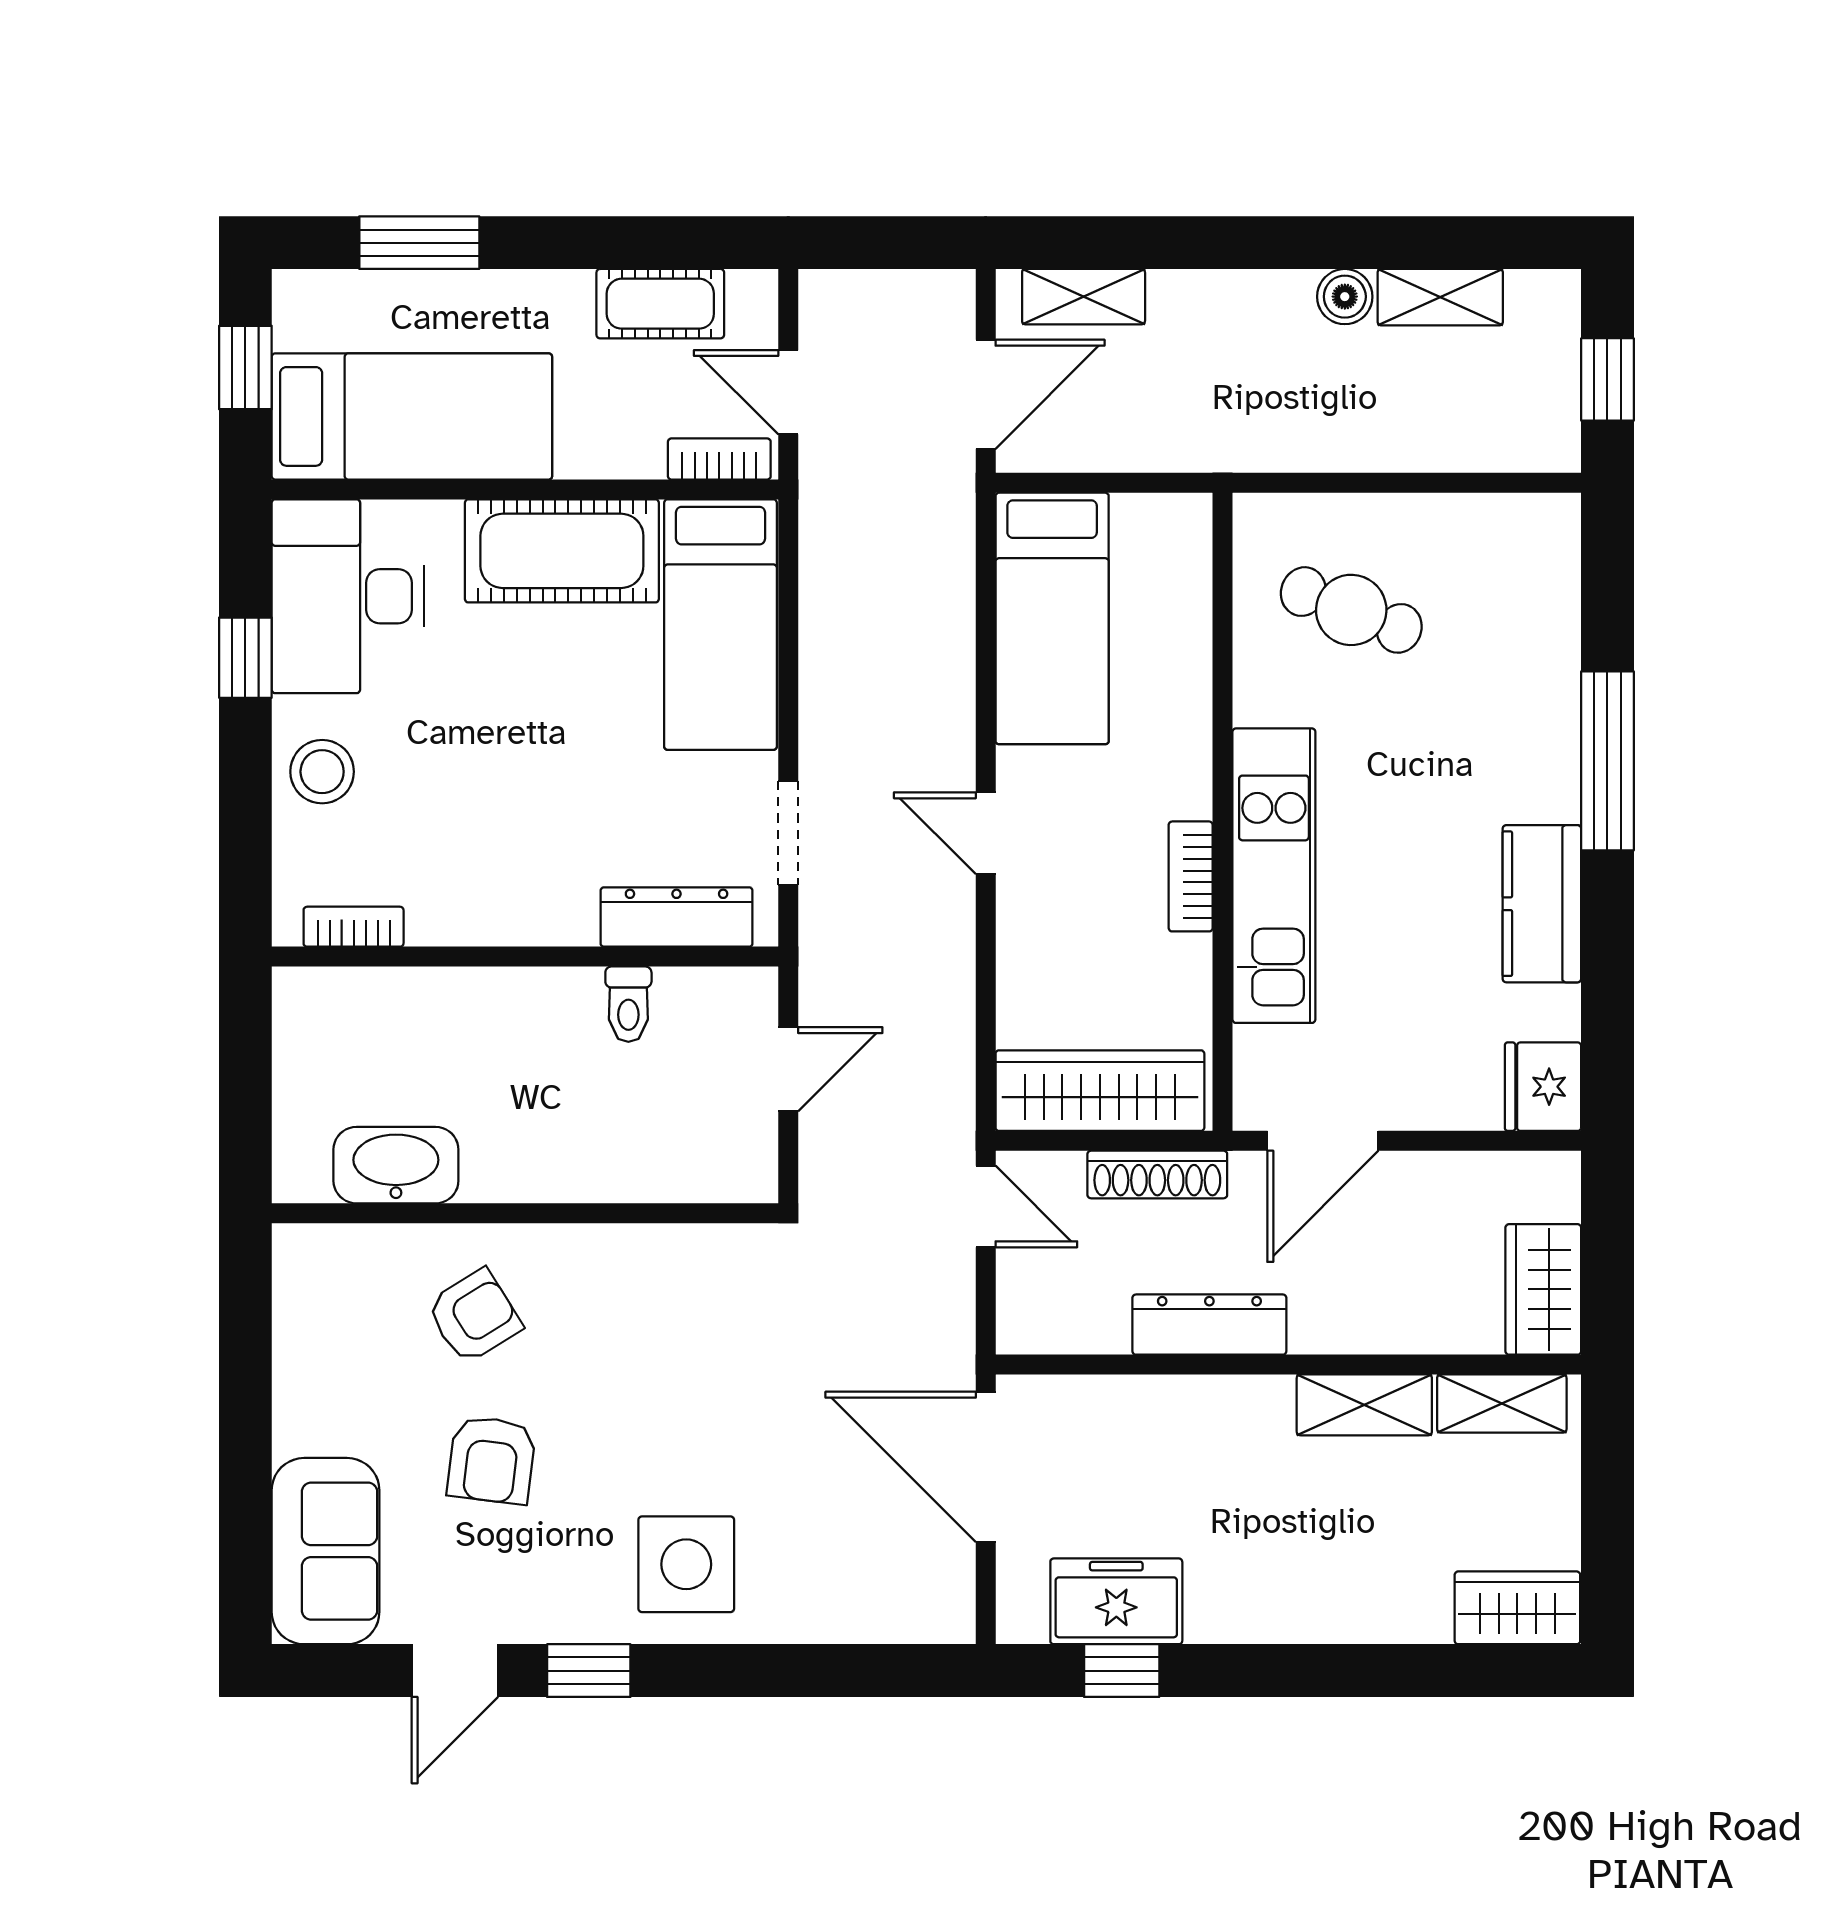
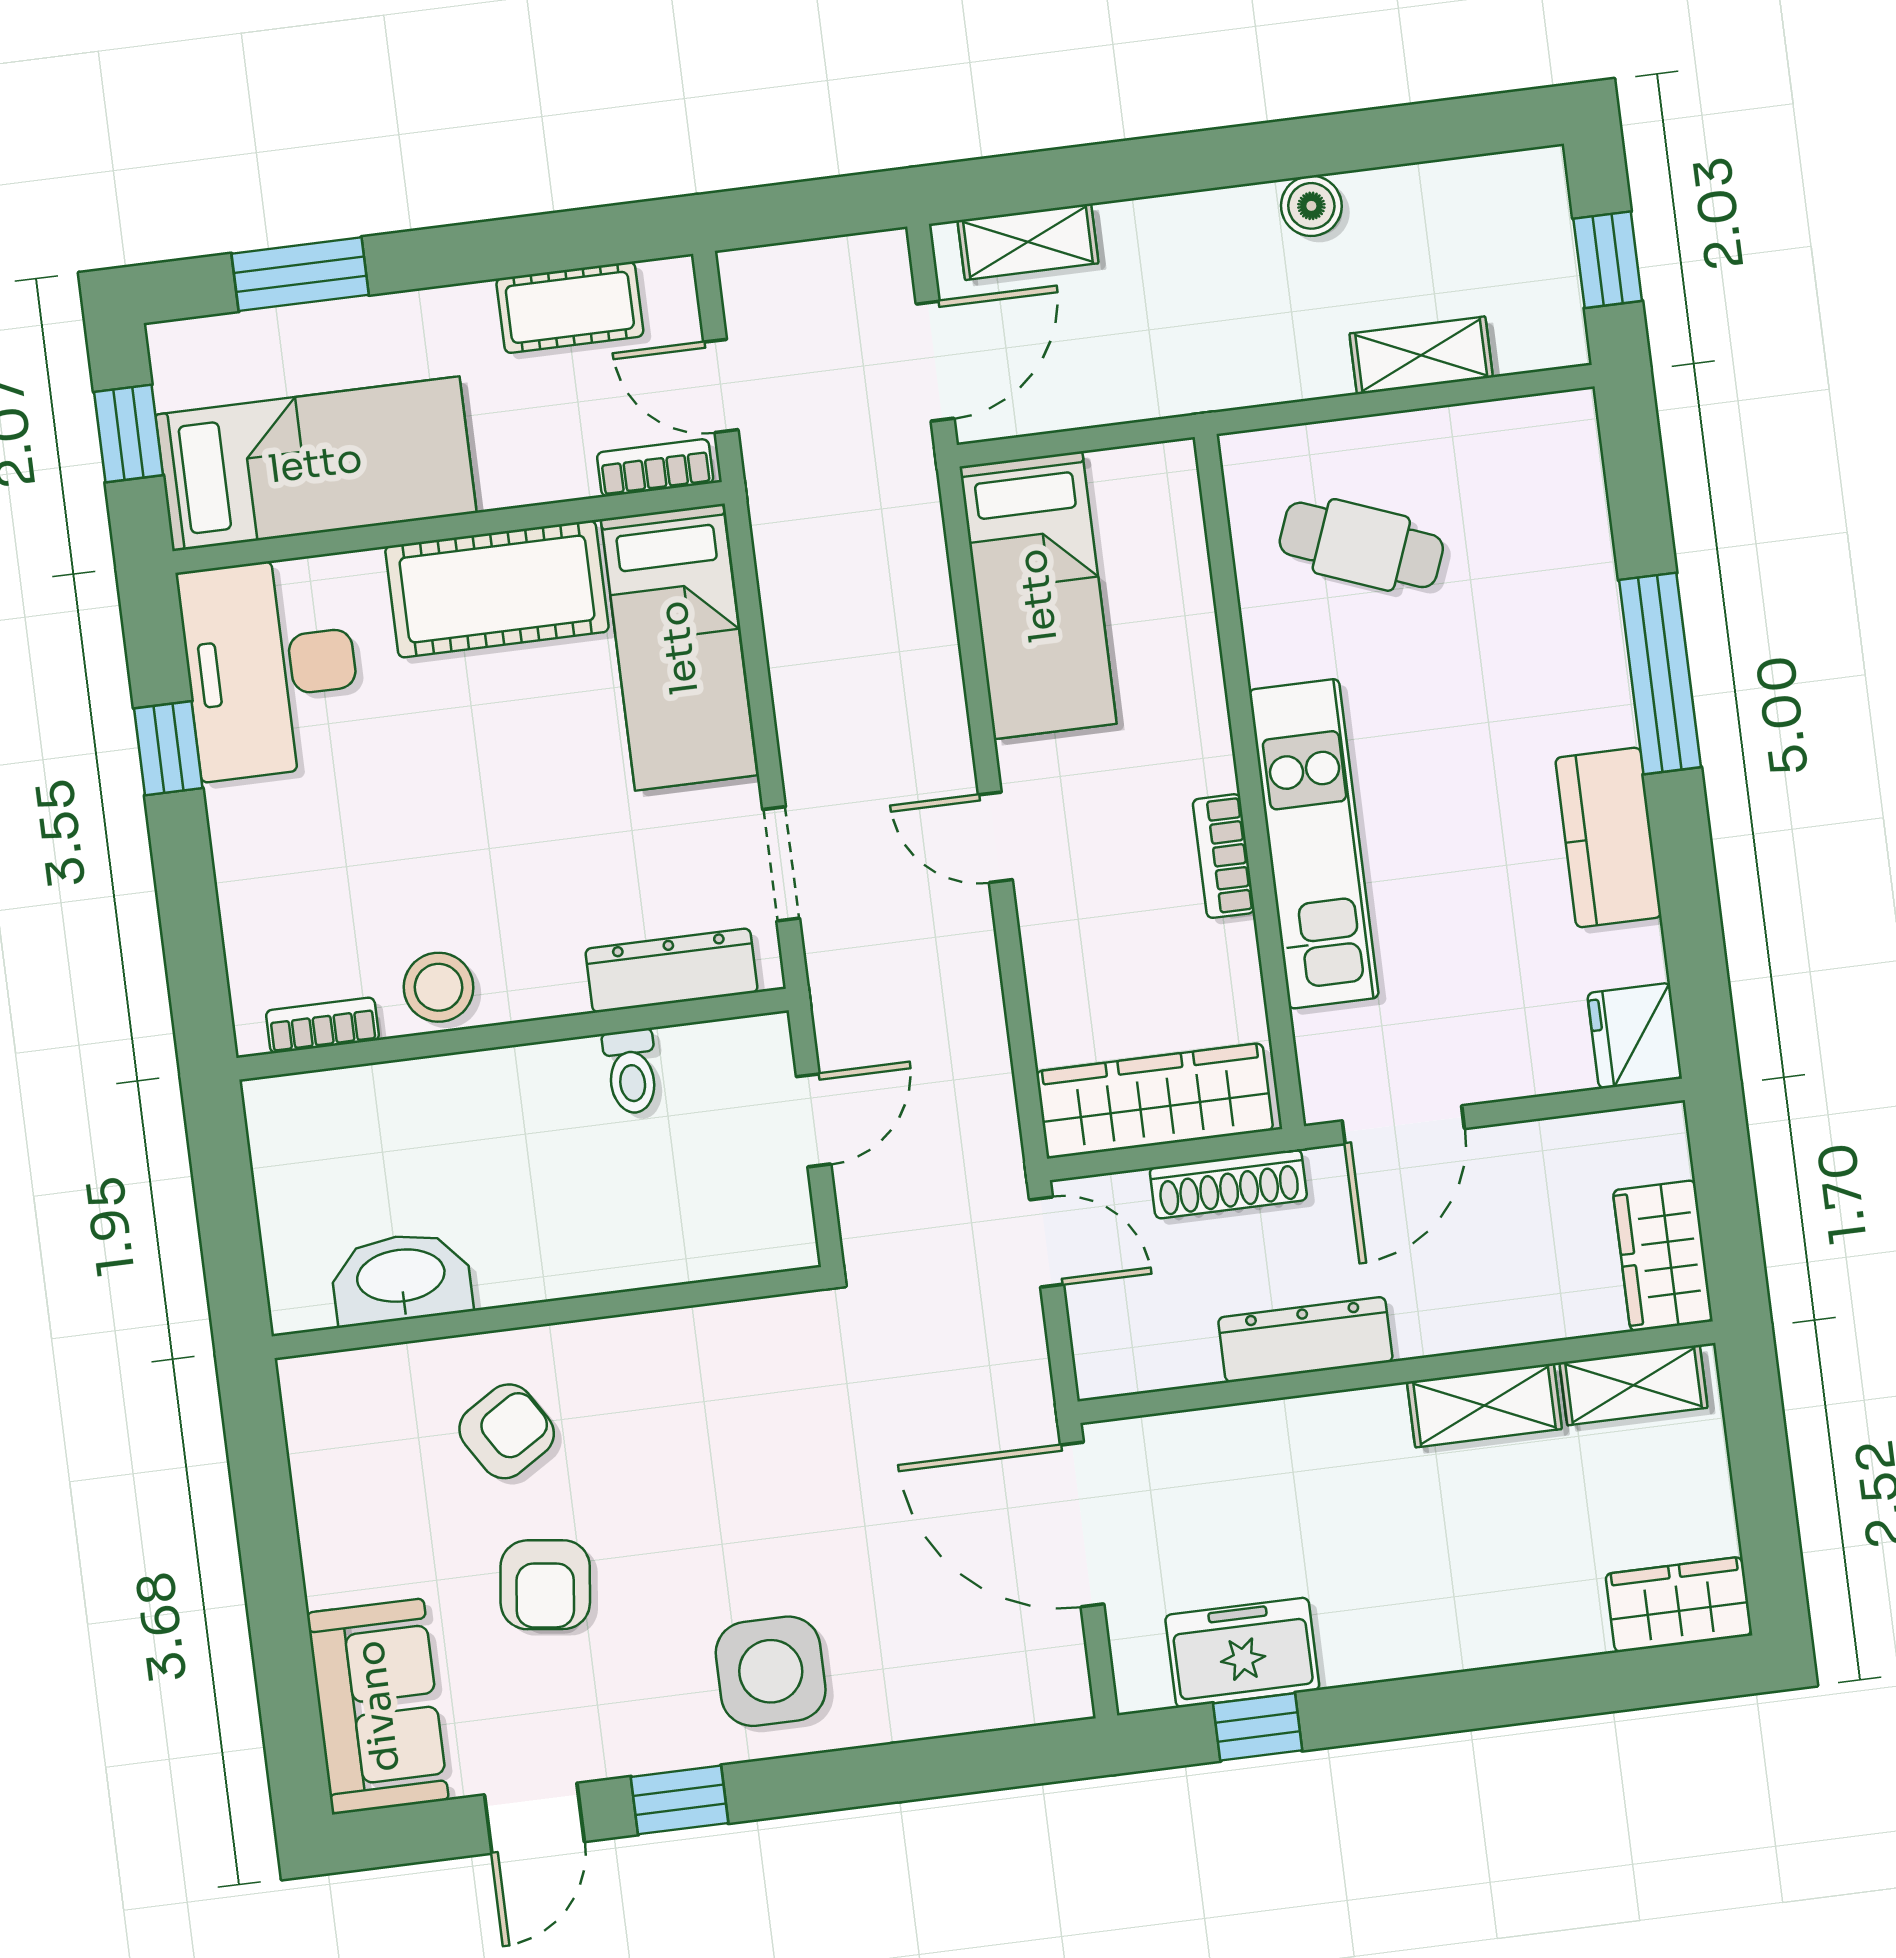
shelving: (1440, 297) -> (1421, 355), moved
stool: (322, 772) -> (439, 987), moved

